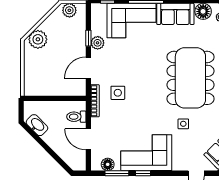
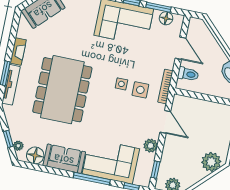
window: (88, 38) -> (155, 170), moved
door: (88, 68) -> (165, 122), hinge flipped
side table: (183, 124) -> (121, 84), moved

